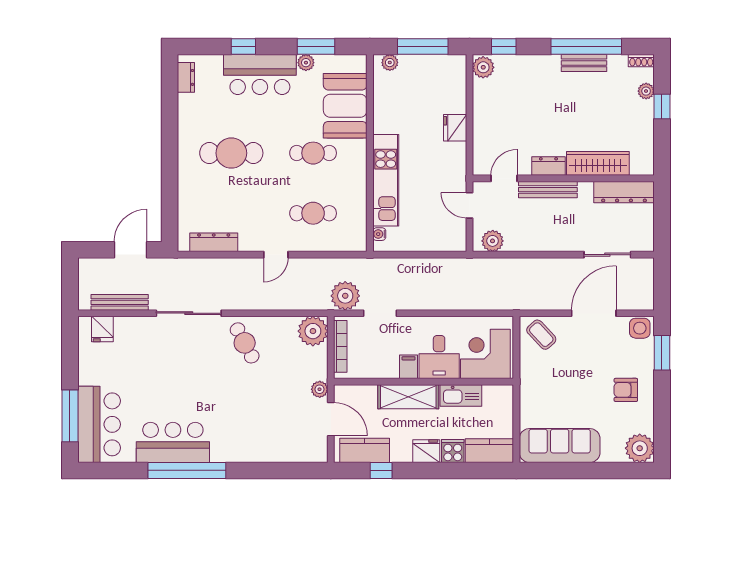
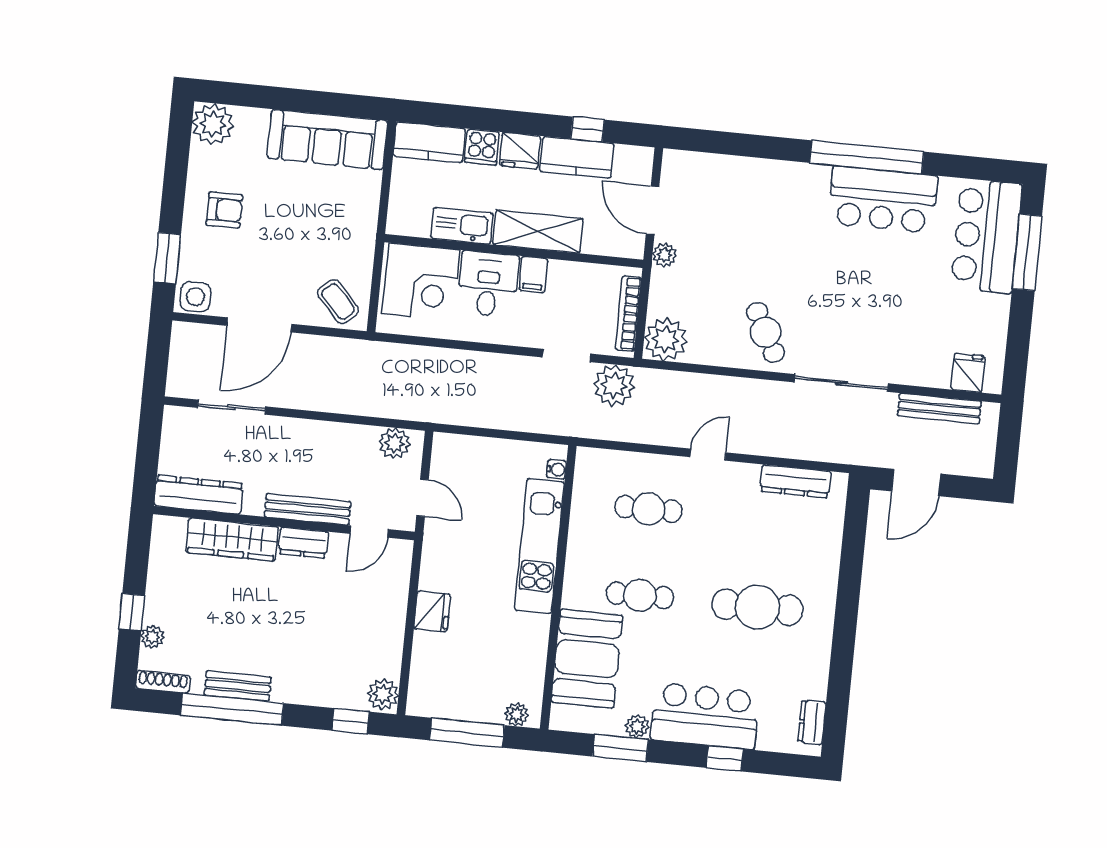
shoe rack: (641, 61) -> (163, 682), width x1.43
kitchen counter: (365, 450) -> (577, 158), moved

